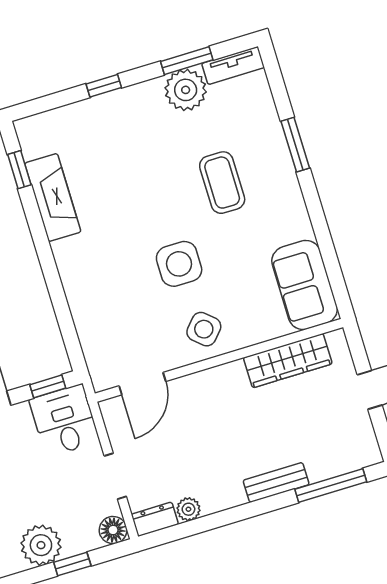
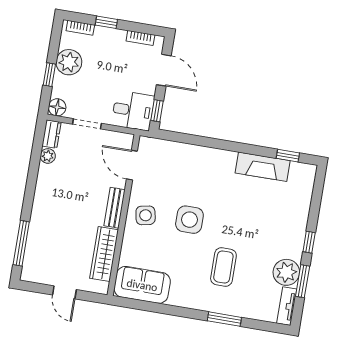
window: (104, 86) -> (309, 242), moved
coffee table: (222, 183) -> (223, 267), turned 90
side table: (204, 329) -> (146, 215), turned 37
bench: (276, 482) -> (115, 208), moved

